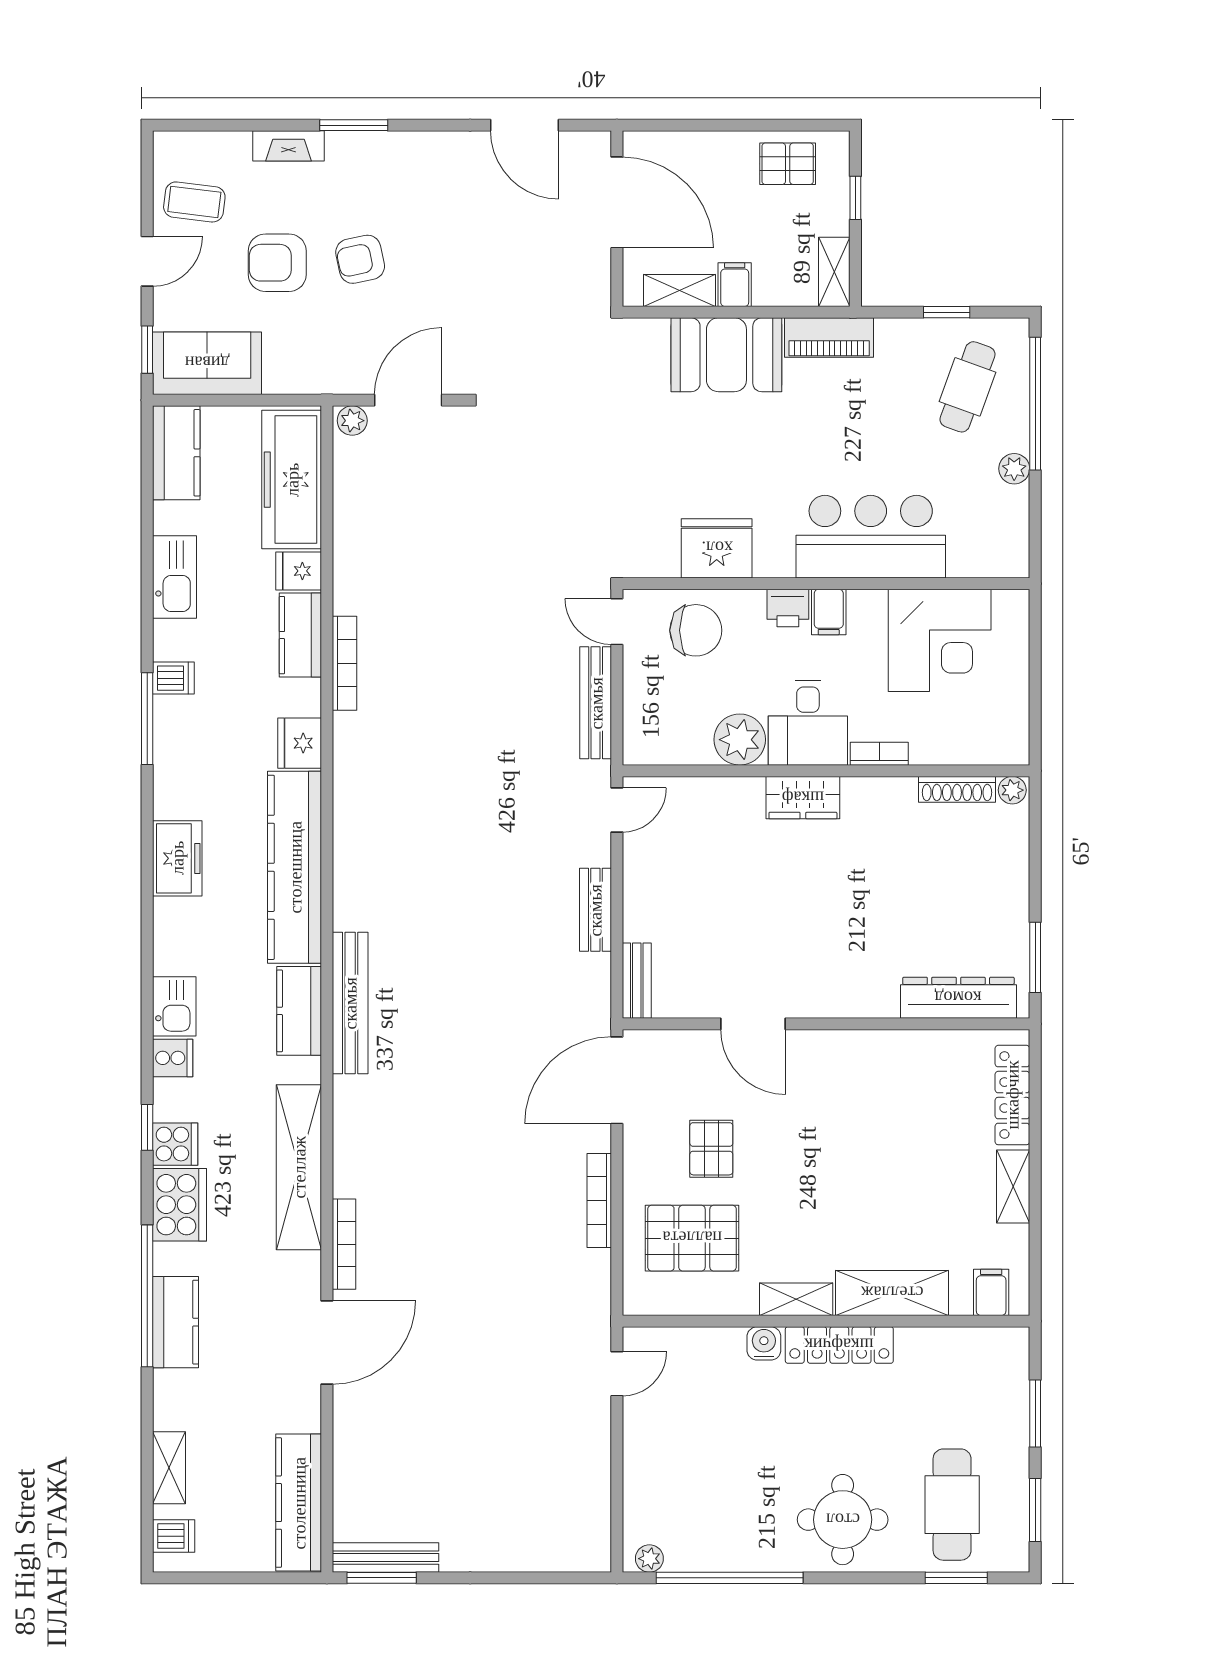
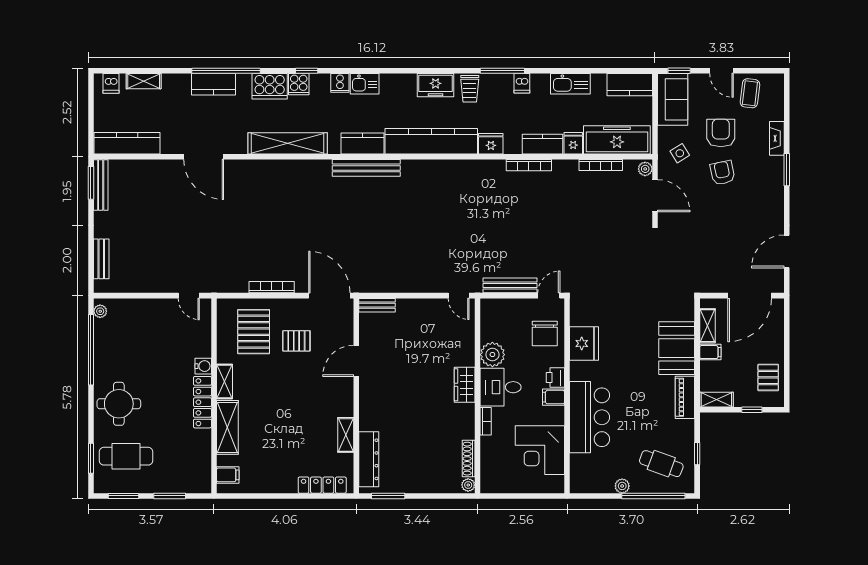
side table: (319, 348) -> (680, 153), added
trolley: (185, 787) -> (470, 89), added
bench: (595, 910) -> (101, 259), moved, turned 90
shelving: (1013, 1186) -> (346, 435), moved, turned 90
bookcase: (344, 1244) -> (601, 165), moved

